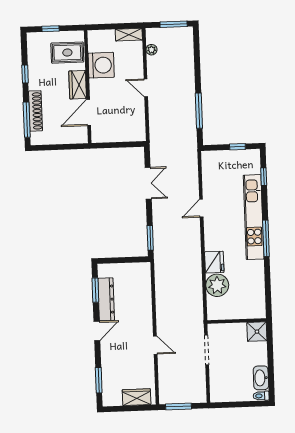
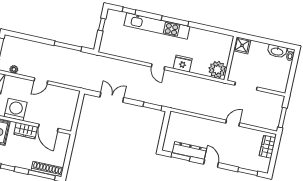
shoe rack: (35, 111) -> (47, 169), moved
door: (201, 208) -> (158, 67), moved
plant: (217, 285) -> (217, 70), moved

